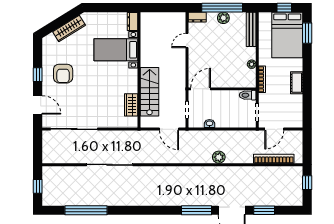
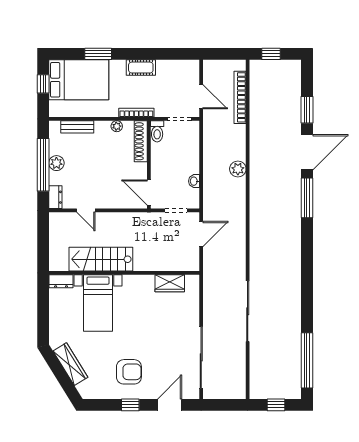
bench: (251, 29) -> (77, 127), width x0.73
window: (307, 33) -> (98, 54), moved
shoe rack: (240, 83) -> (141, 141), added
stairs: (150, 92) -> (101, 259), moved
window: (86, 210) -> (307, 360), moved

